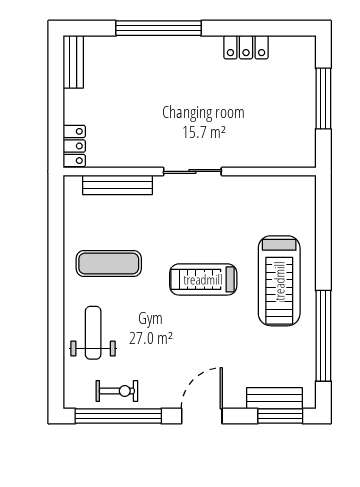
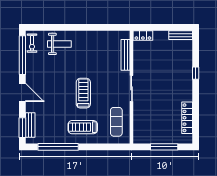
window: (159, 28) -> (196, 73), width x0.32
locker: (246, 47) -> (187, 118), width x1.53
exercise mat: (109, 263) -> (116, 122), moved
treadmill: (279, 281) -> (83, 127), width x0.73, depth x0.73
exercise bike: (117, 391) -> (32, 43), moved

